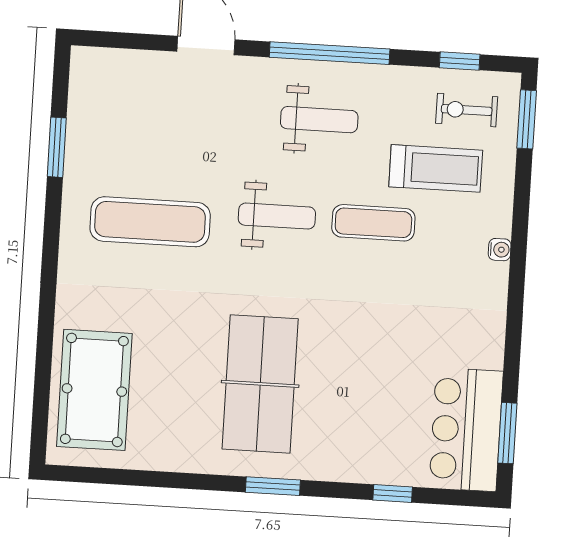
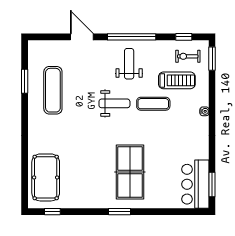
weight bench: (319, 120) -> (129, 64), turned -90
exercise mat: (150, 222) -> (53, 90), moved, turned 90
table tennis table: (260, 384) -> (130, 172), moved
window: (393, 494) -> (52, 212), moved

